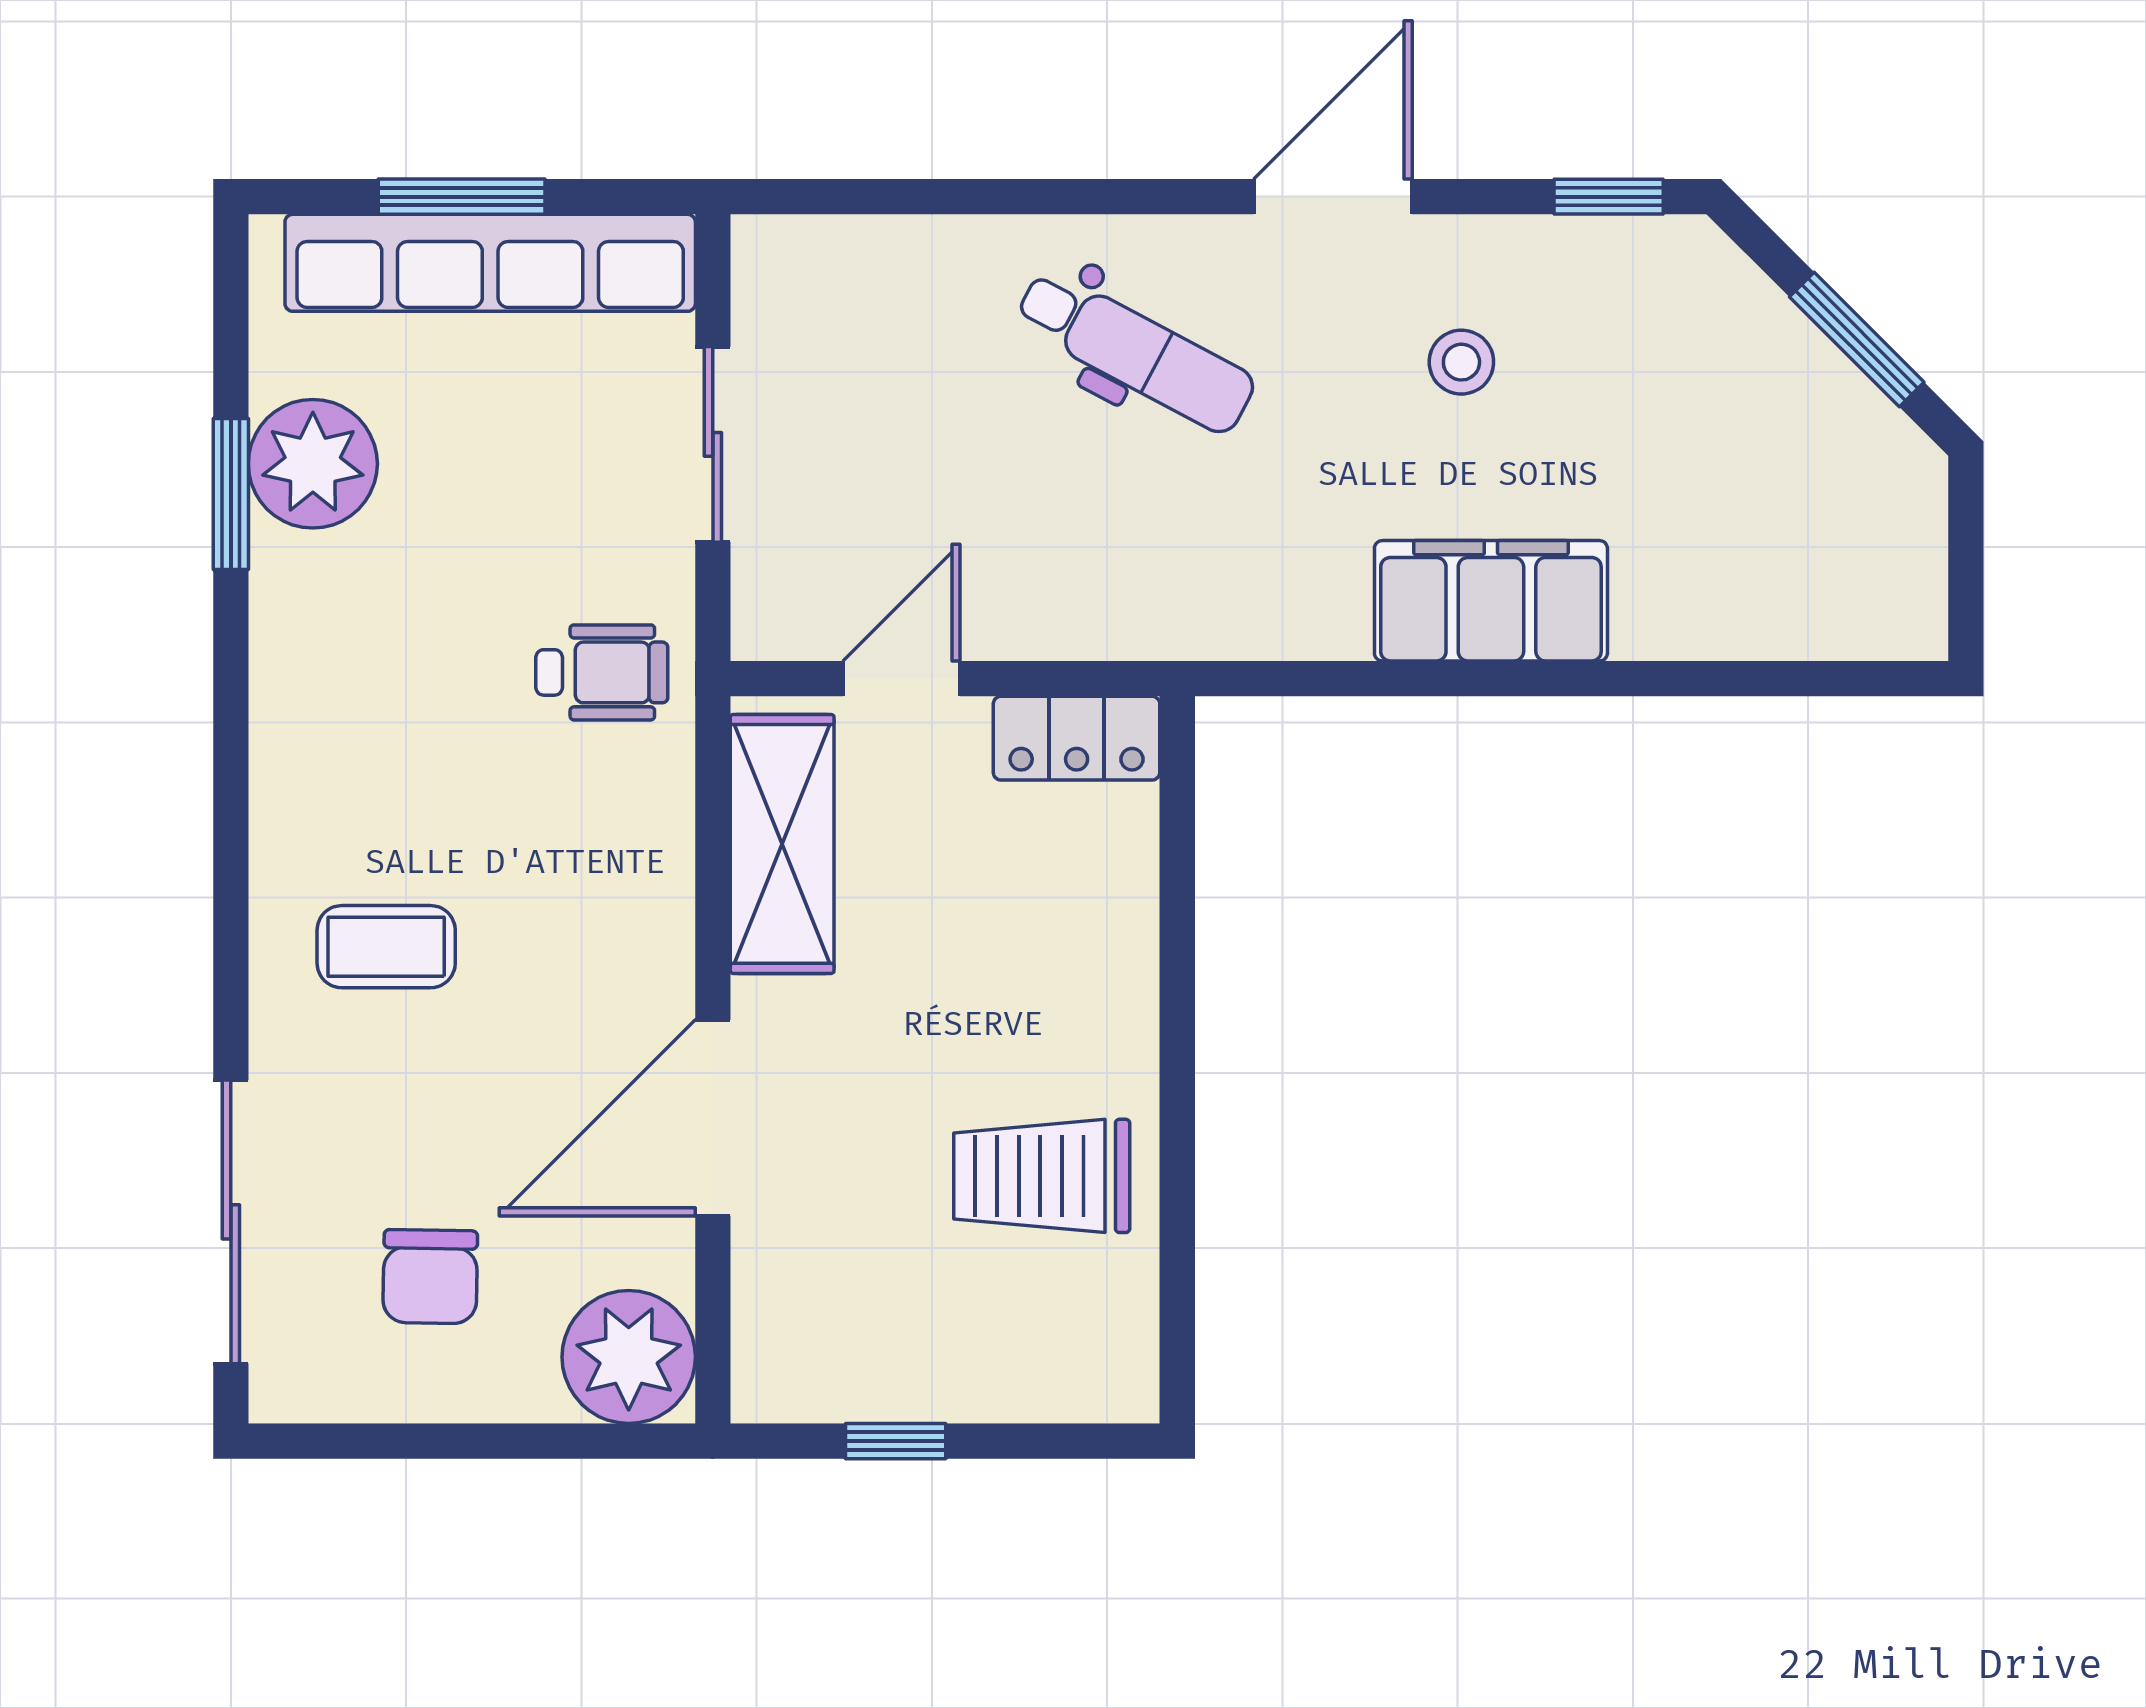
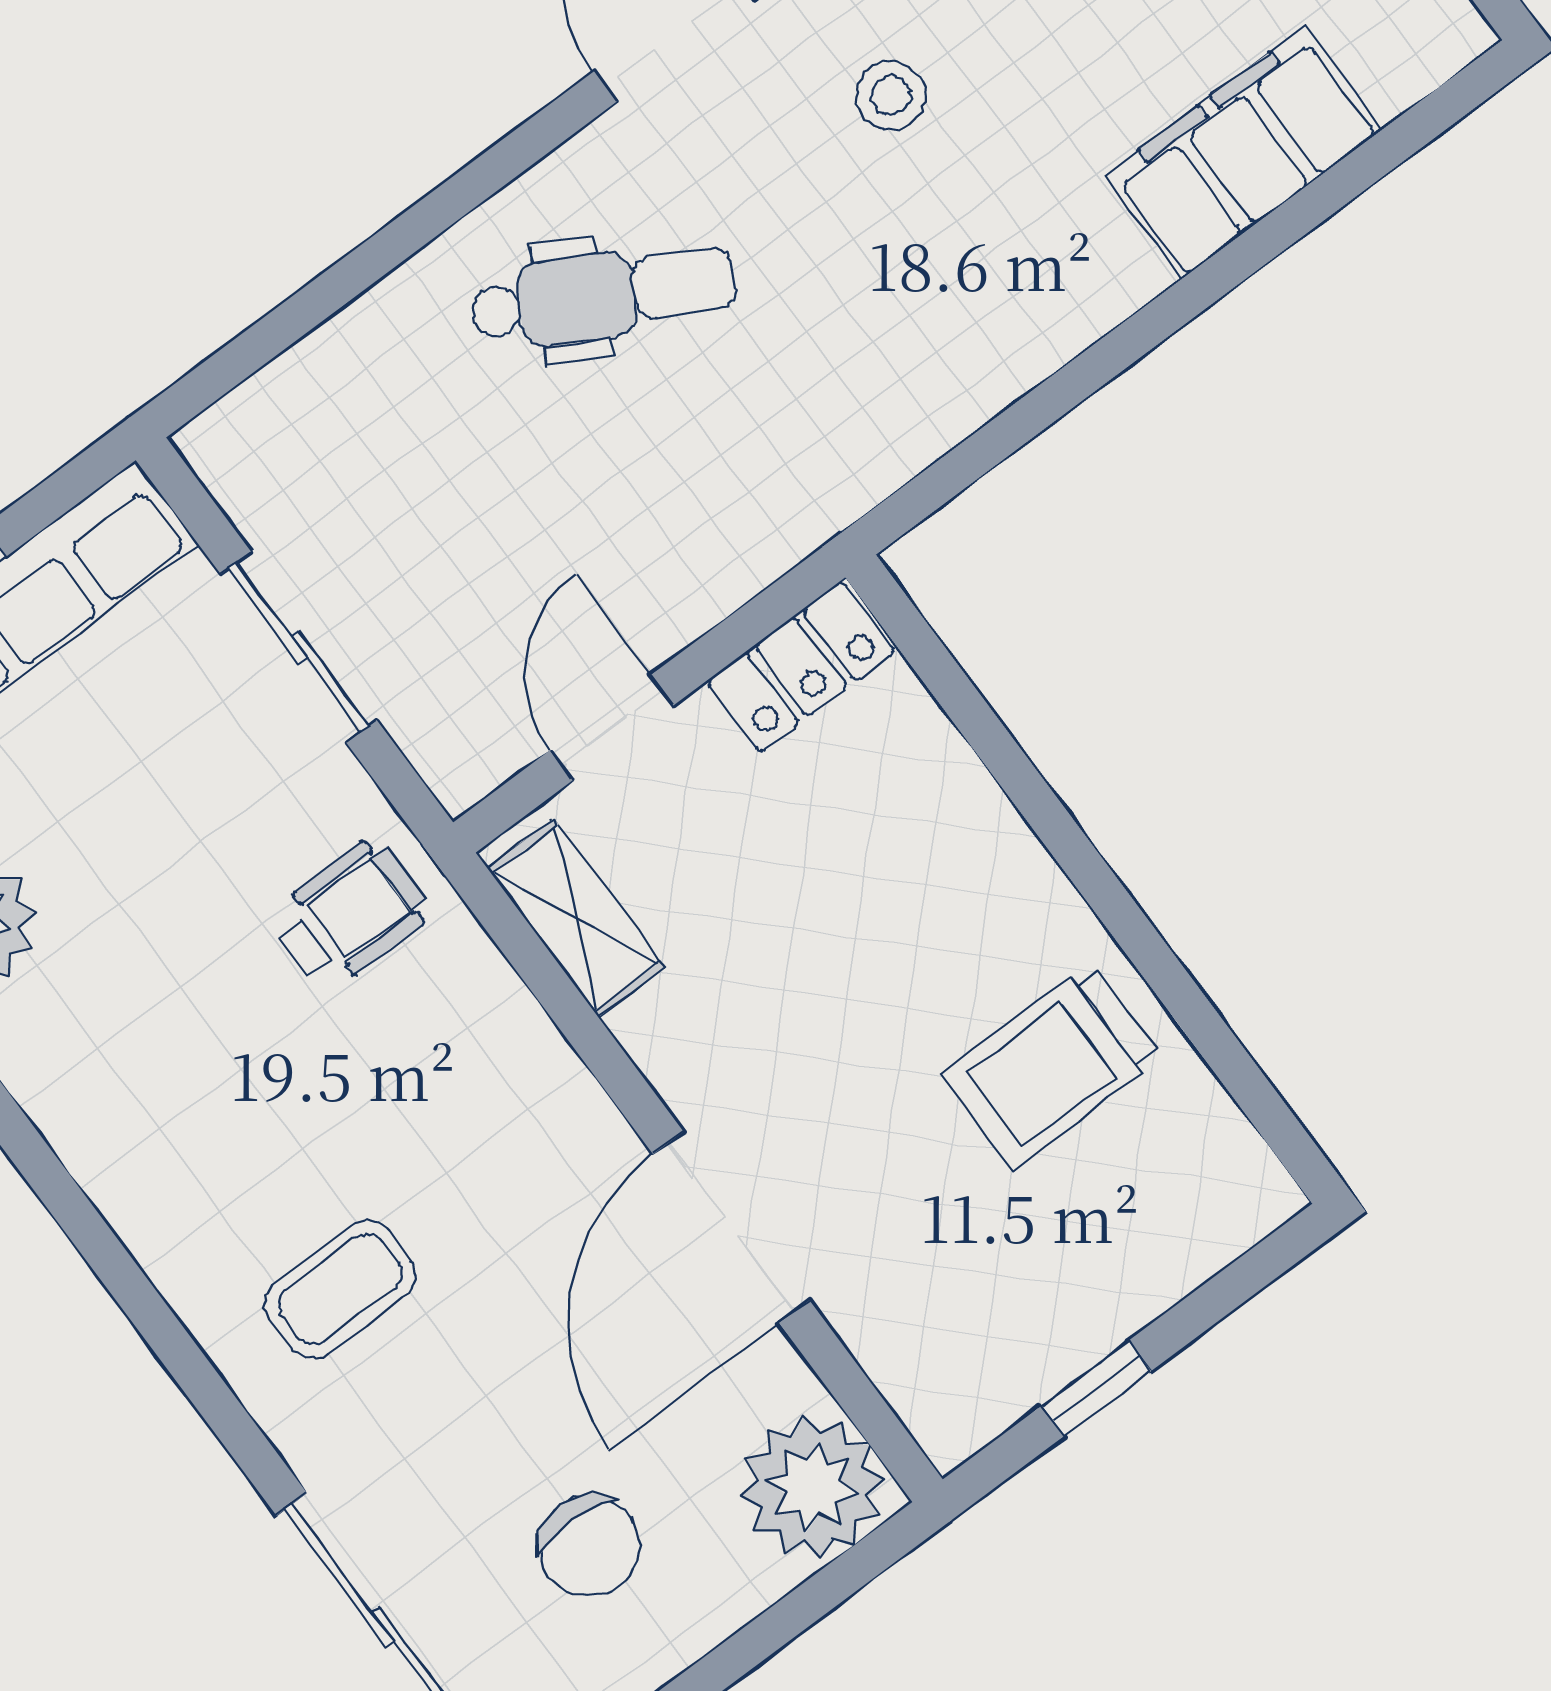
filing cabinet: (1491, 601) -> (1243, 153), moved
shelving: (782, 844) -> (576, 918), width x0.67, depth x0.75

